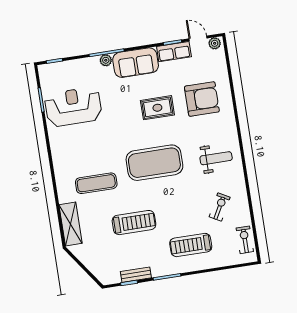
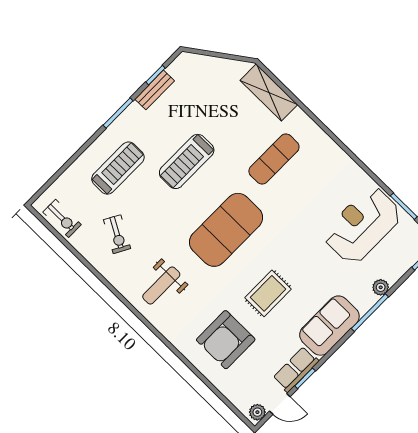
plant: (106, 60) -> (381, 287), moved
reception desk: (73, 107) -> (362, 225), turned 180
treadmill: (134, 223) -> (187, 161), moved

